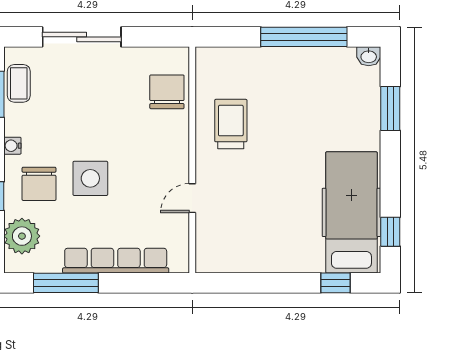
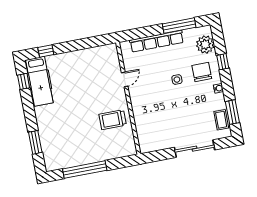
washbasin: (369, 56) -> (51, 166), removed
chair: (167, 92) -> (147, 130), removed
trolley: (231, 124) -> (113, 120), turned 90
side table: (90, 178) -> (177, 80), width x0.54, depth x0.54
hospital bed: (351, 212) -> (39, 81), width x0.73, depth x0.78

